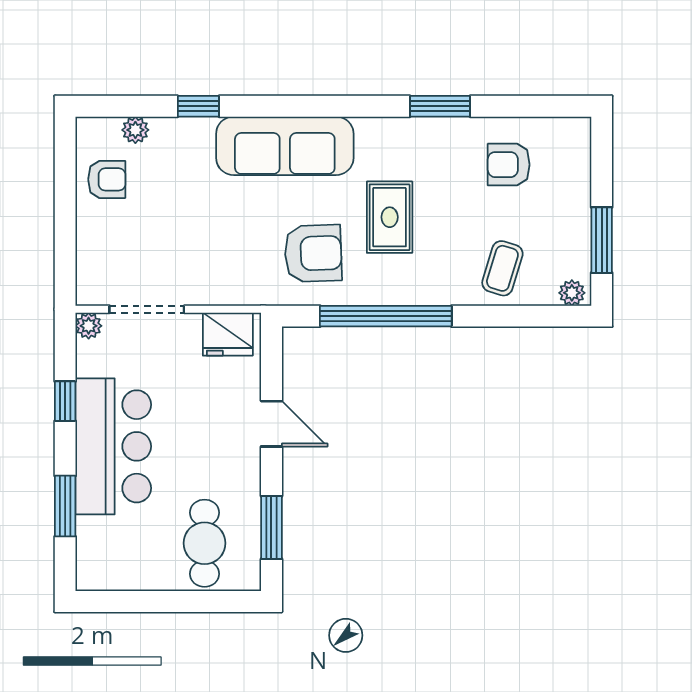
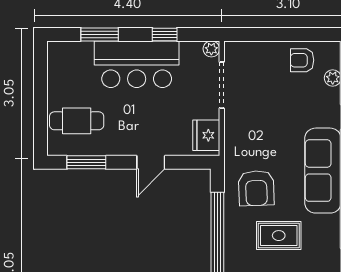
armchair: (107, 179) -> (302, 60), turned 90

